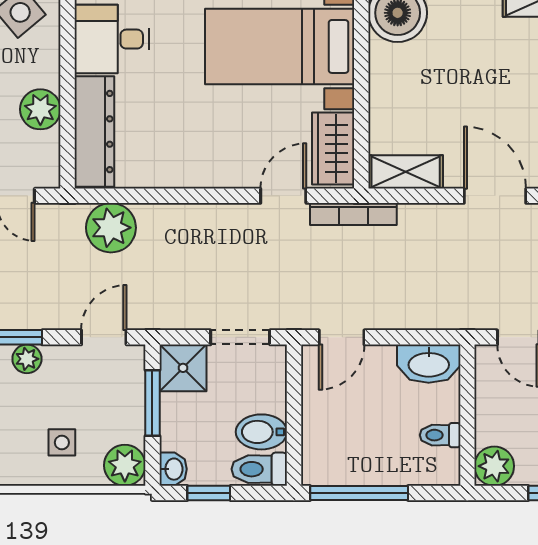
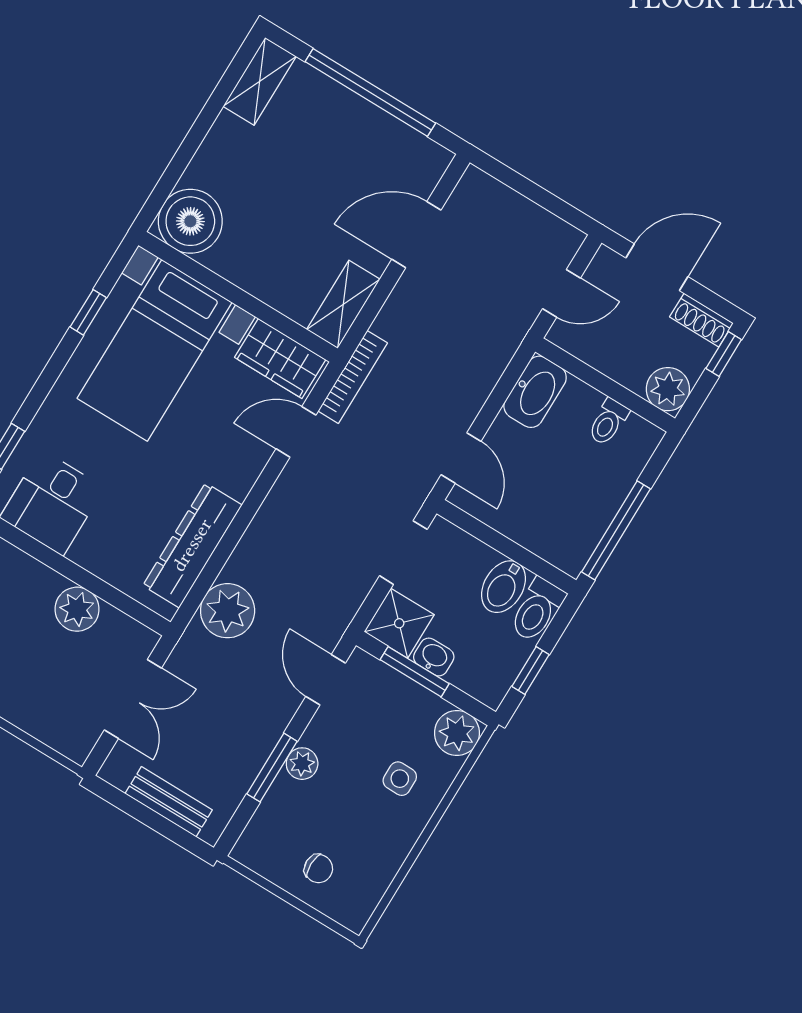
dresser: (94, 132) -> (192, 545), moved, turned -90
door: (283, 196) -> (296, 432), hinge flipped
washbasin: (173, 469) -> (434, 657), moved

